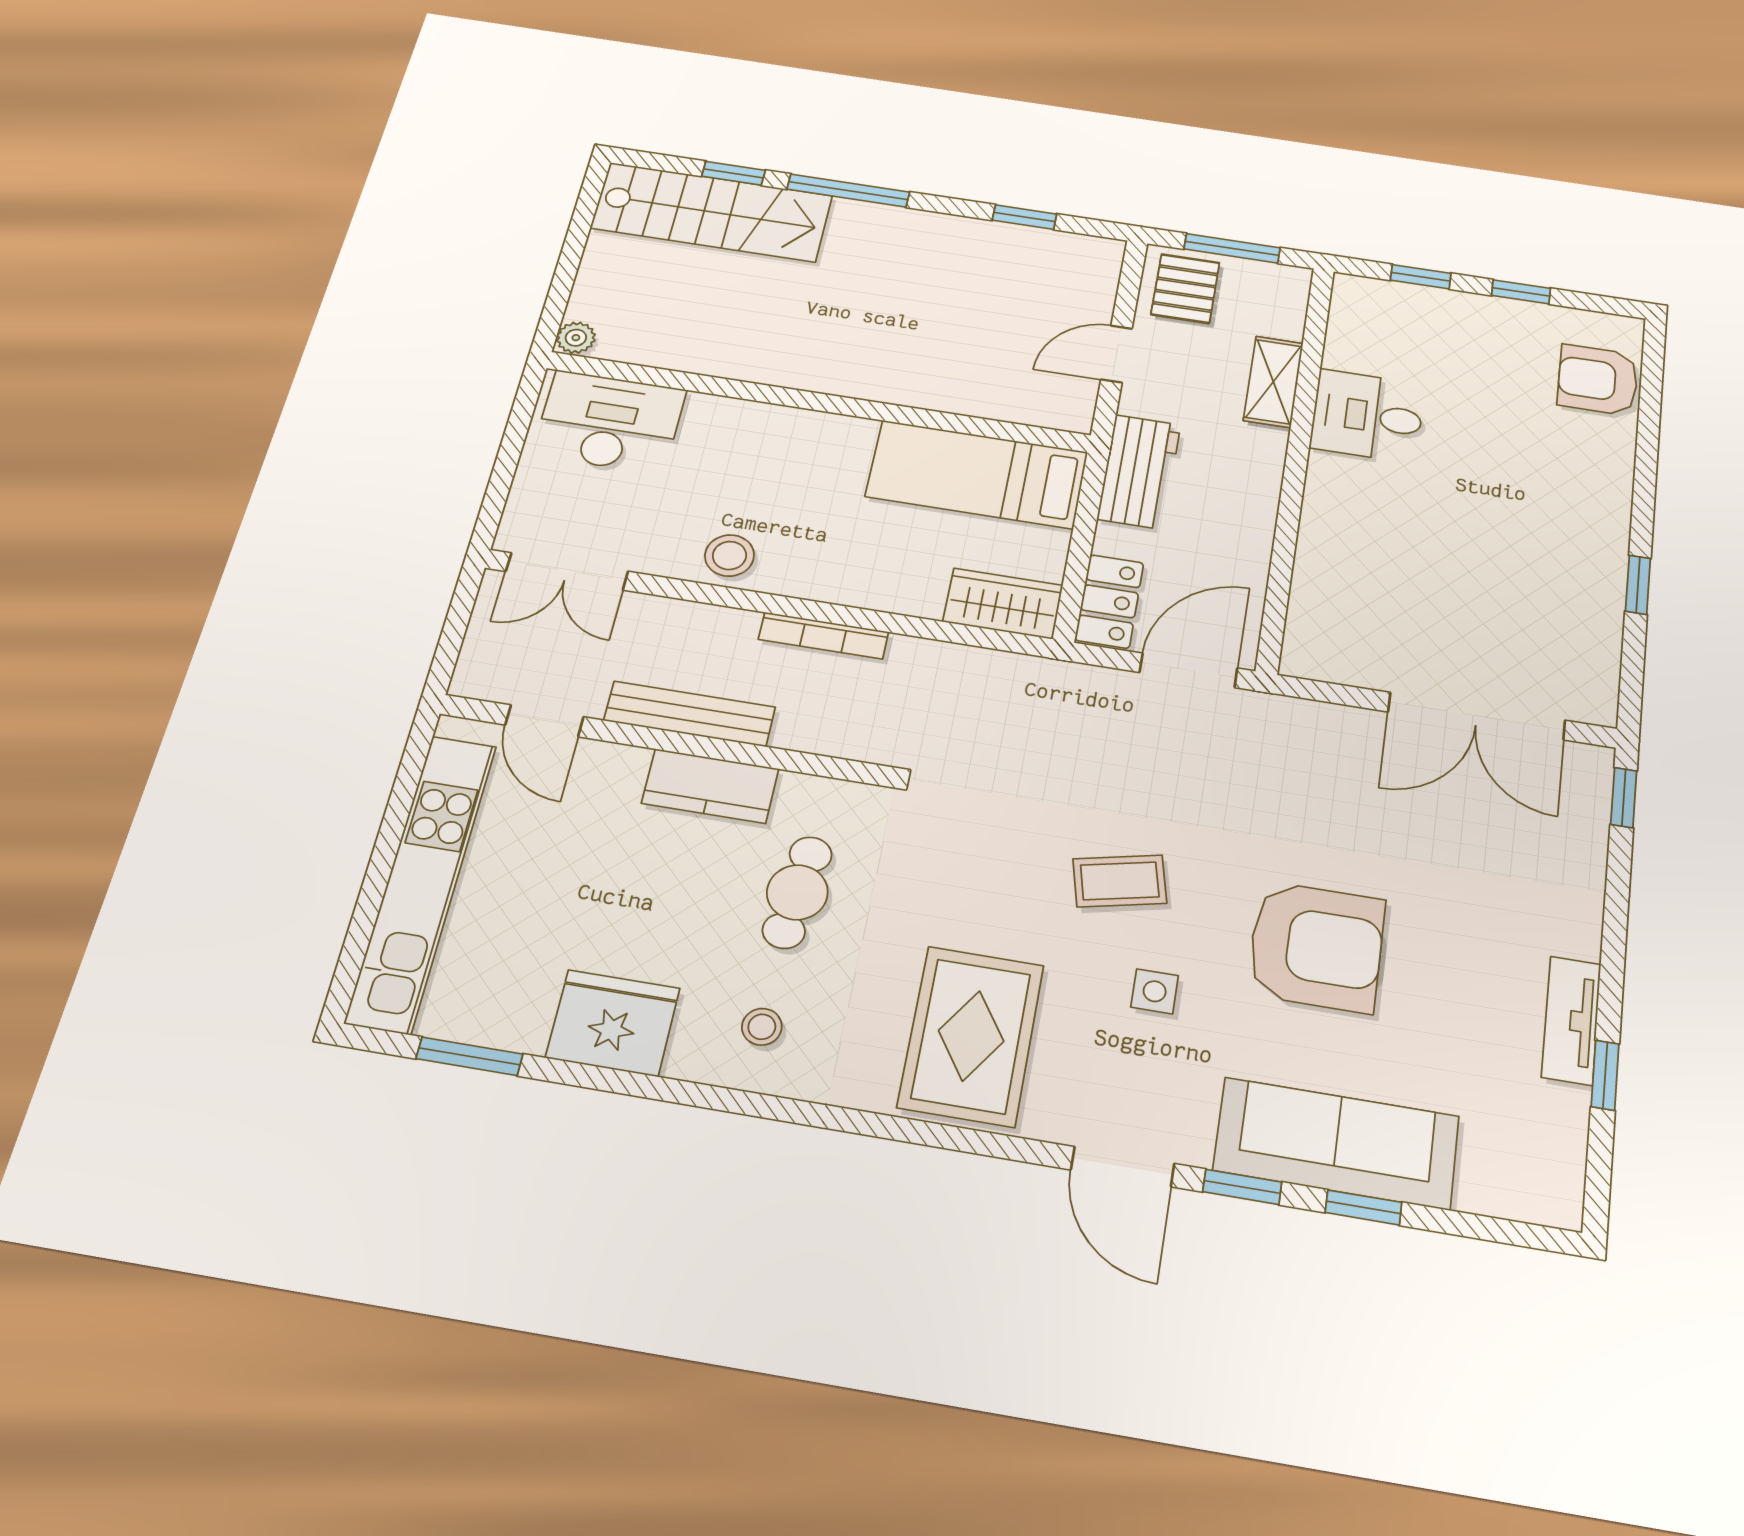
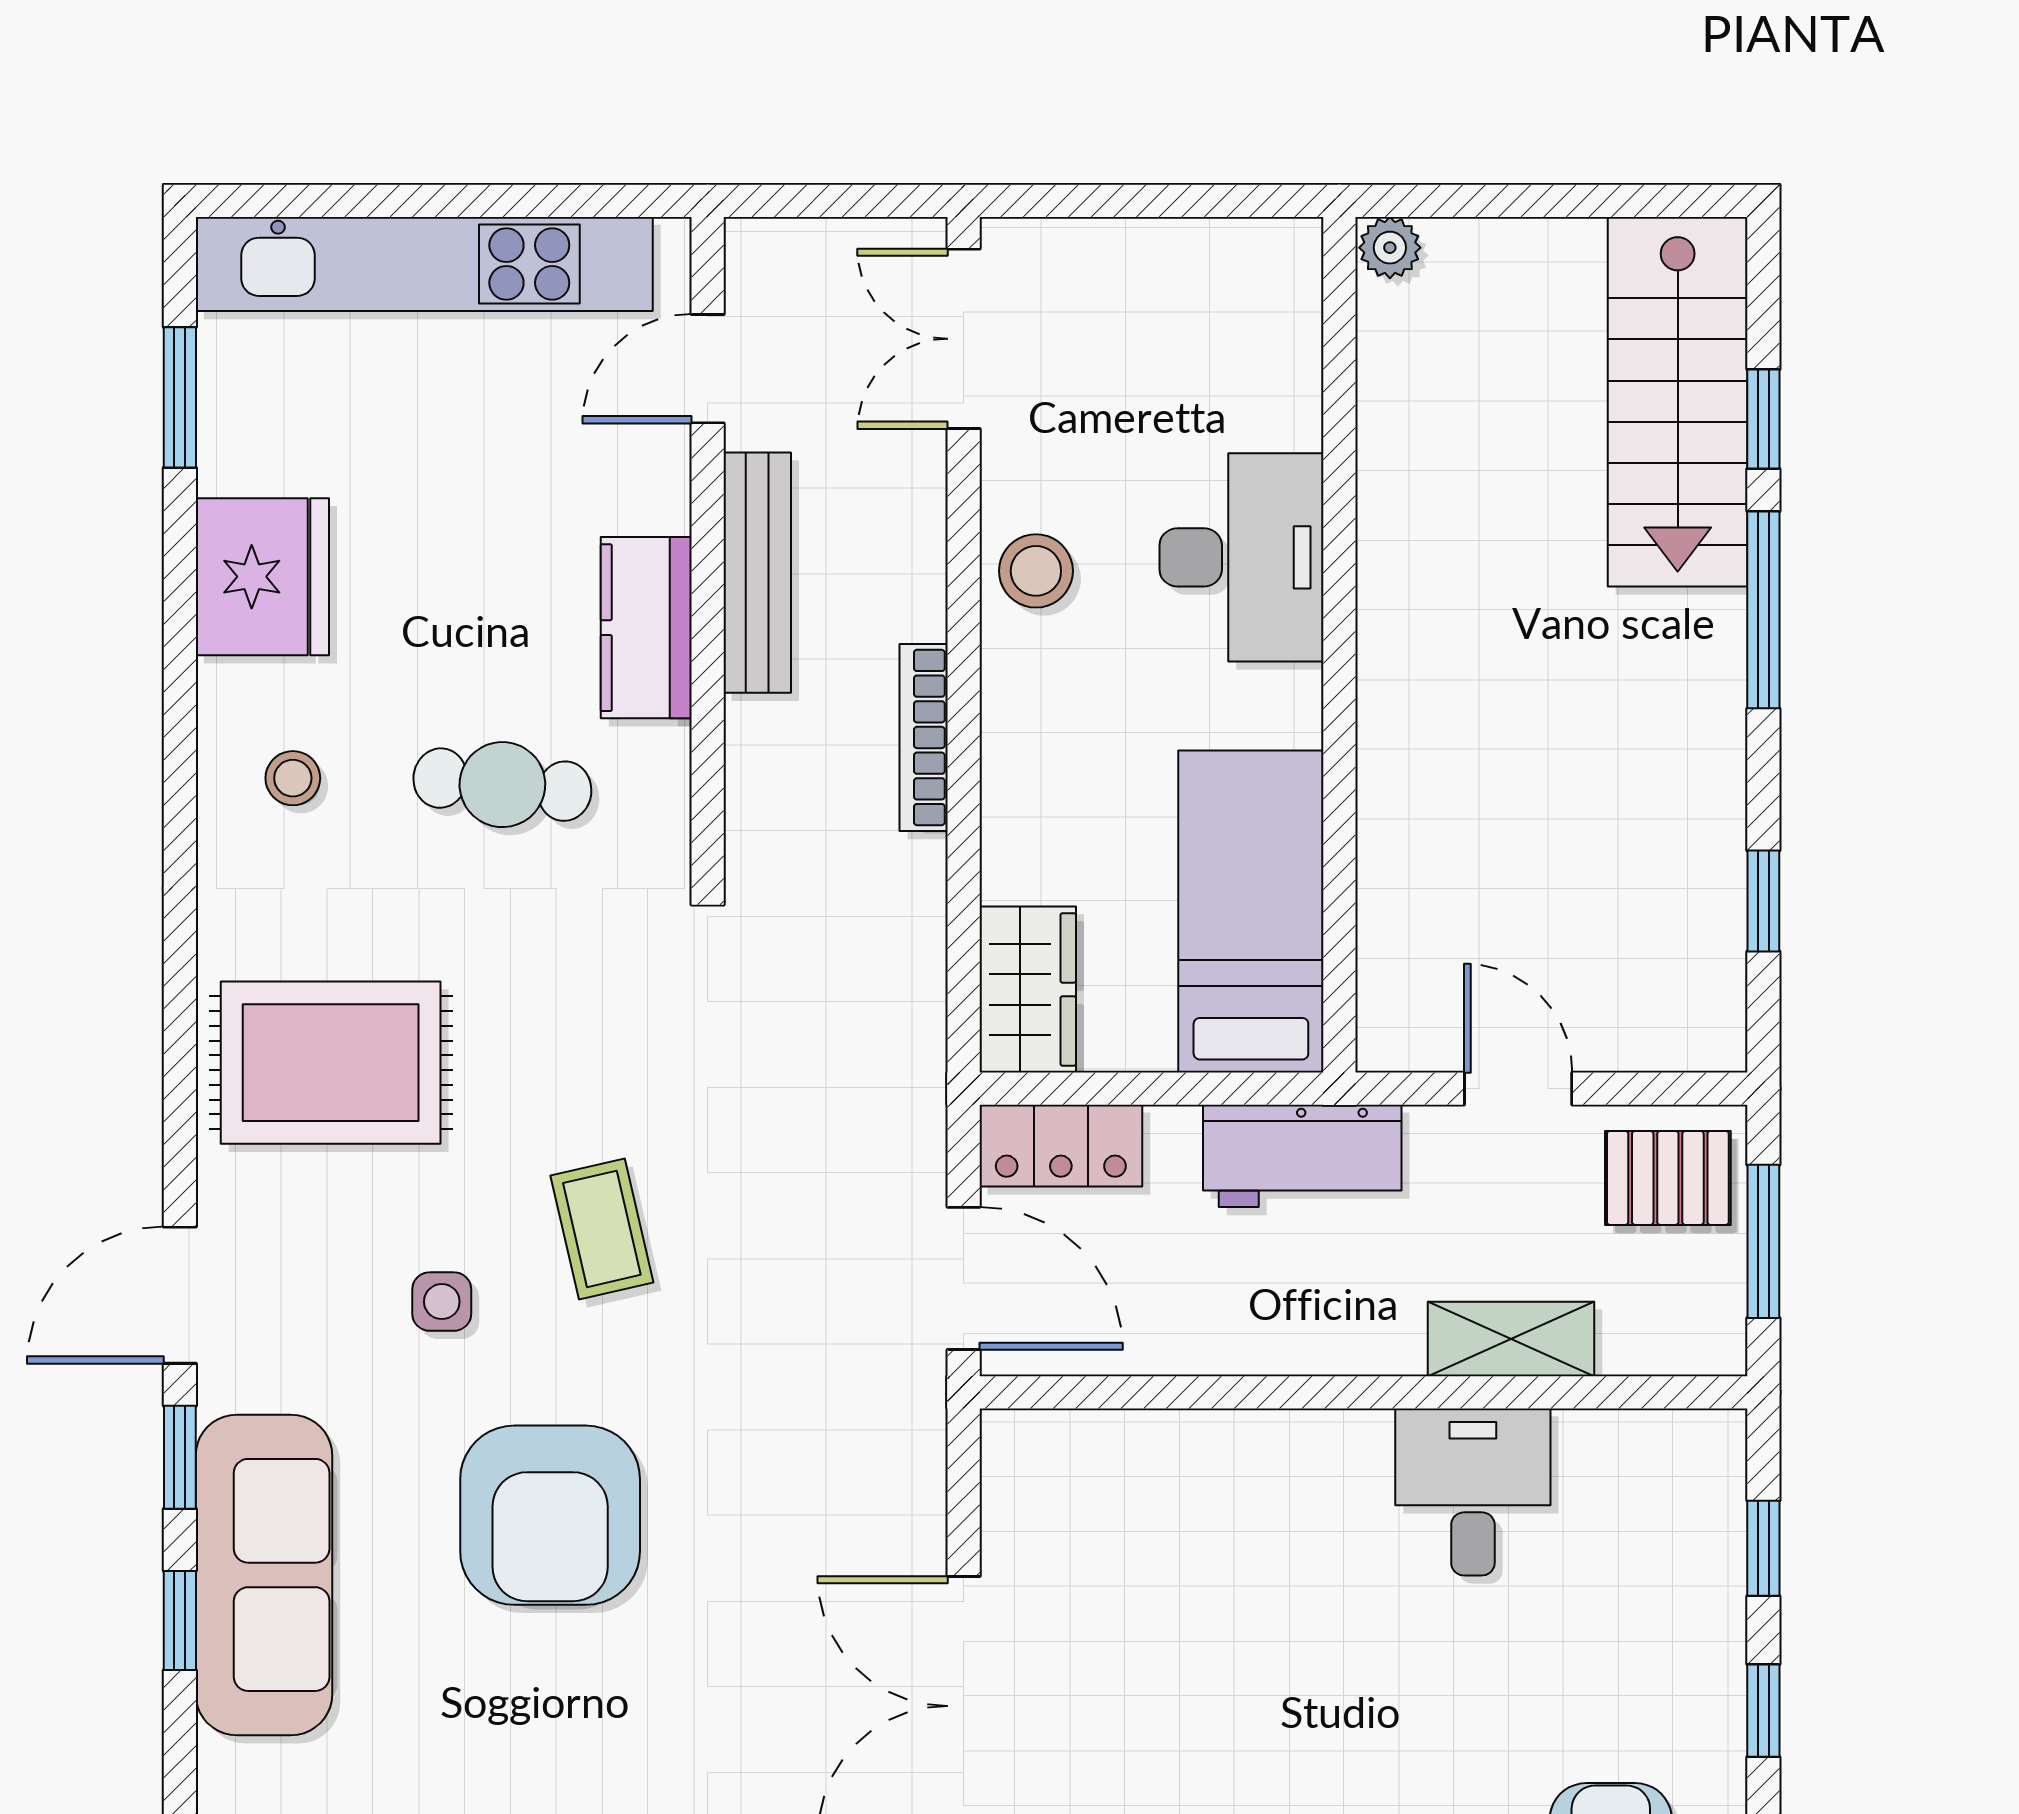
desk: (609, 422) -> (1242, 557), moved

